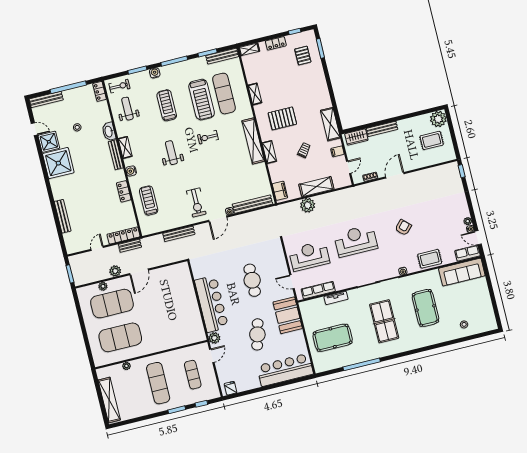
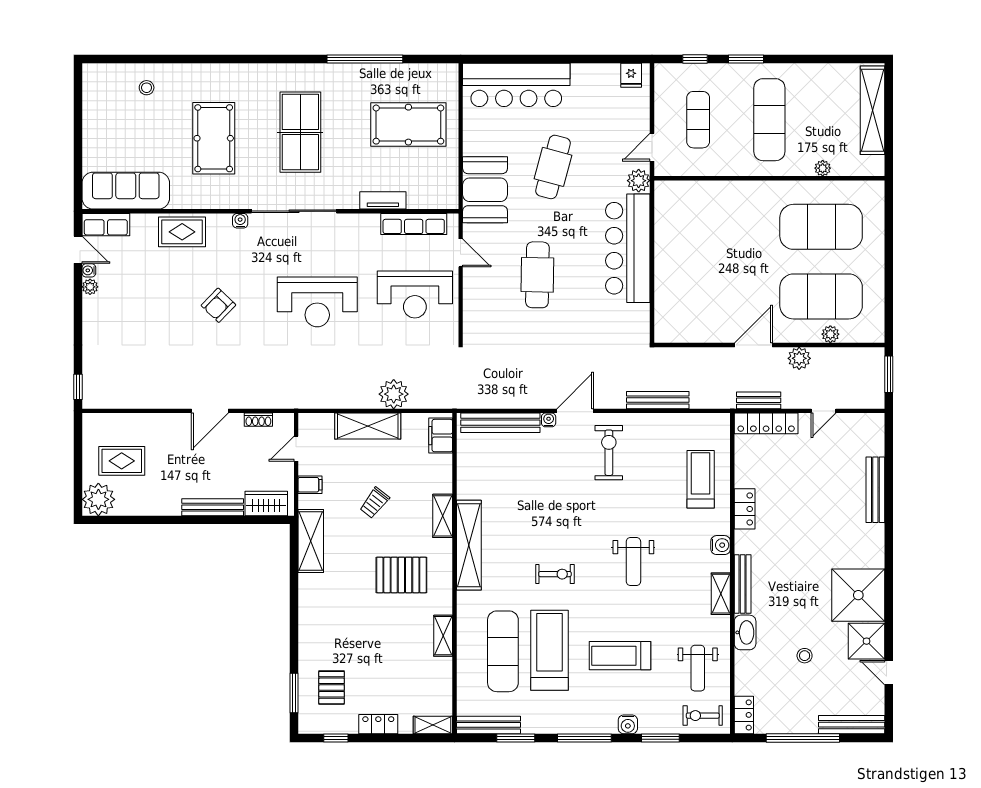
treadmill: (167, 105) -> (620, 656), turned 90
treadmill: (149, 201) -> (701, 479), turned 180

